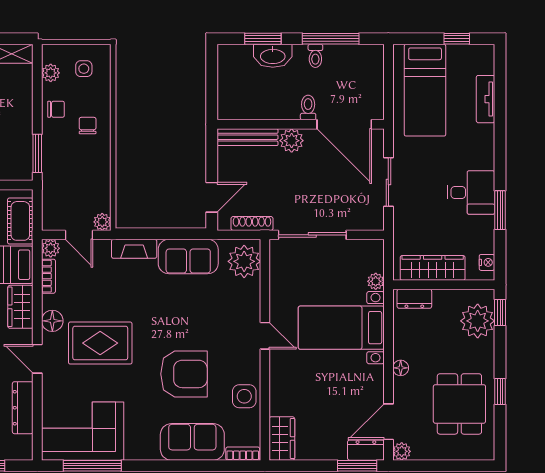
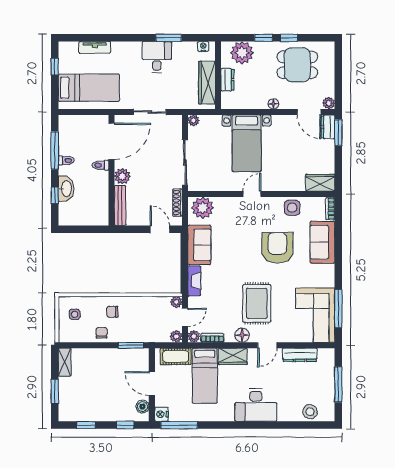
window: (263, 39) -> (55, 195), width x0.67
plant: (51, 73) -> (176, 336), moved
plant: (376, 281) -> (193, 120), moved
dresser: (414, 299) -> (227, 80), moved
window: (500, 313) -> (264, 38), moved

